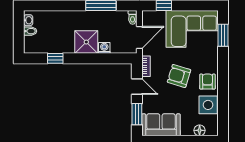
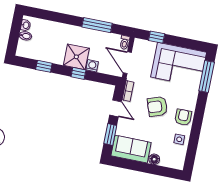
window: (223, 35) -> (207, 76), width x1.44
door: (139, 37) -> (127, 63), swing flipped
window: (92, 58) -> (78, 73), added
armchair: (179, 76) -> (157, 107), turned -36
side table: (208, 105) -> (179, 139), width x0.54, depth x0.54
floor lamp: (200, 130) -> (154, 159), moved

